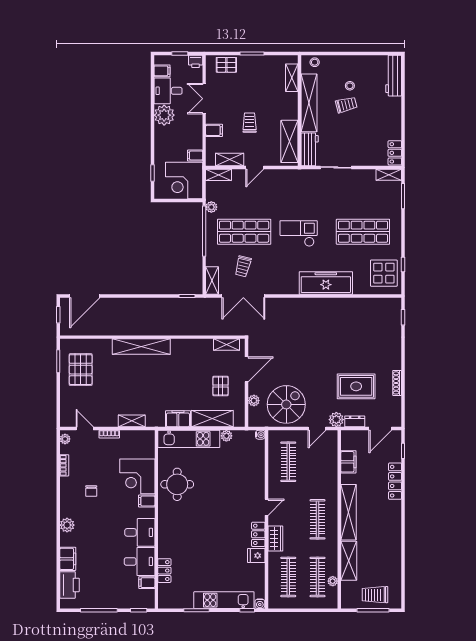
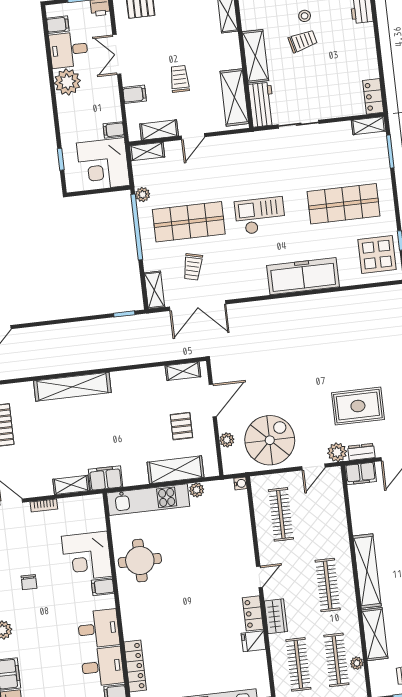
shelving: (309, 103) -> (255, 56), width x0.68
filing cabinet: (178, 419) -> (106, 478), moved
filing cabinet: (348, 462) -> (361, 473), moved, turned 90
locker: (164, 571) -> (135, 666), width x1.53

